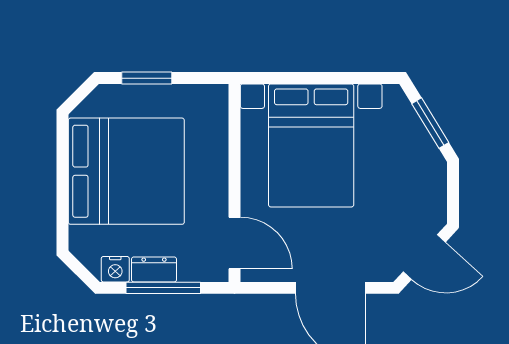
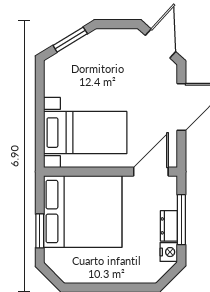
bed with nightstands: (311, 145) -> (85, 133), width x0.73
bed: (126, 171) -> (83, 211), moved, turned 90

